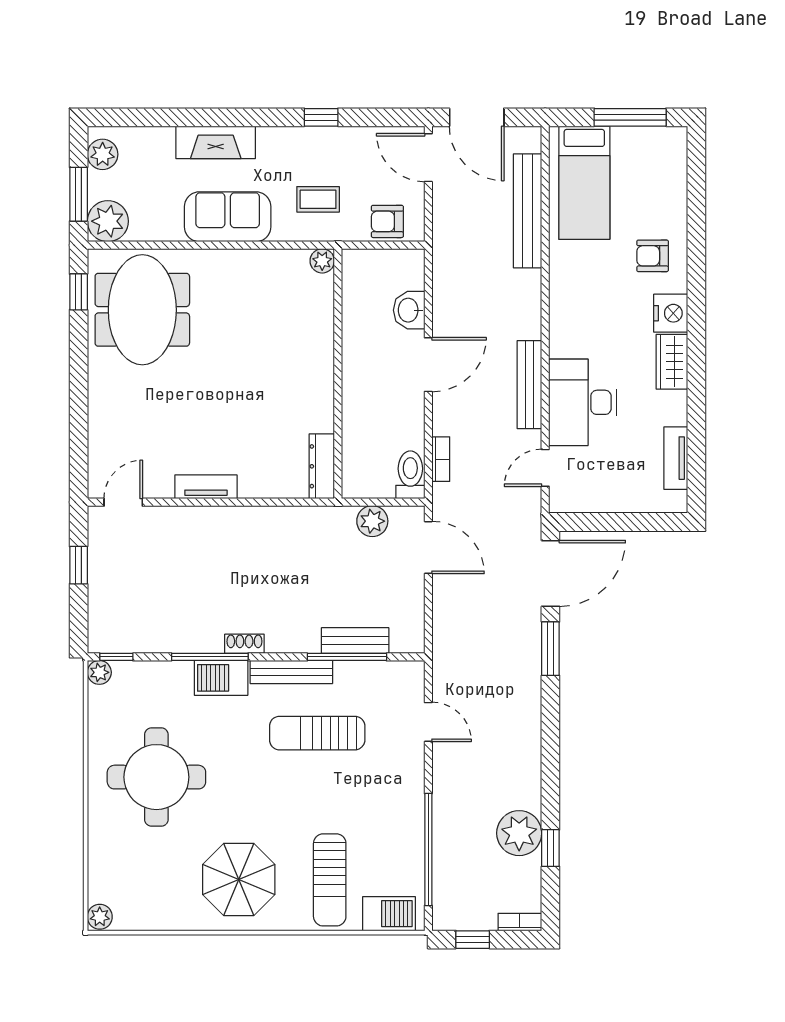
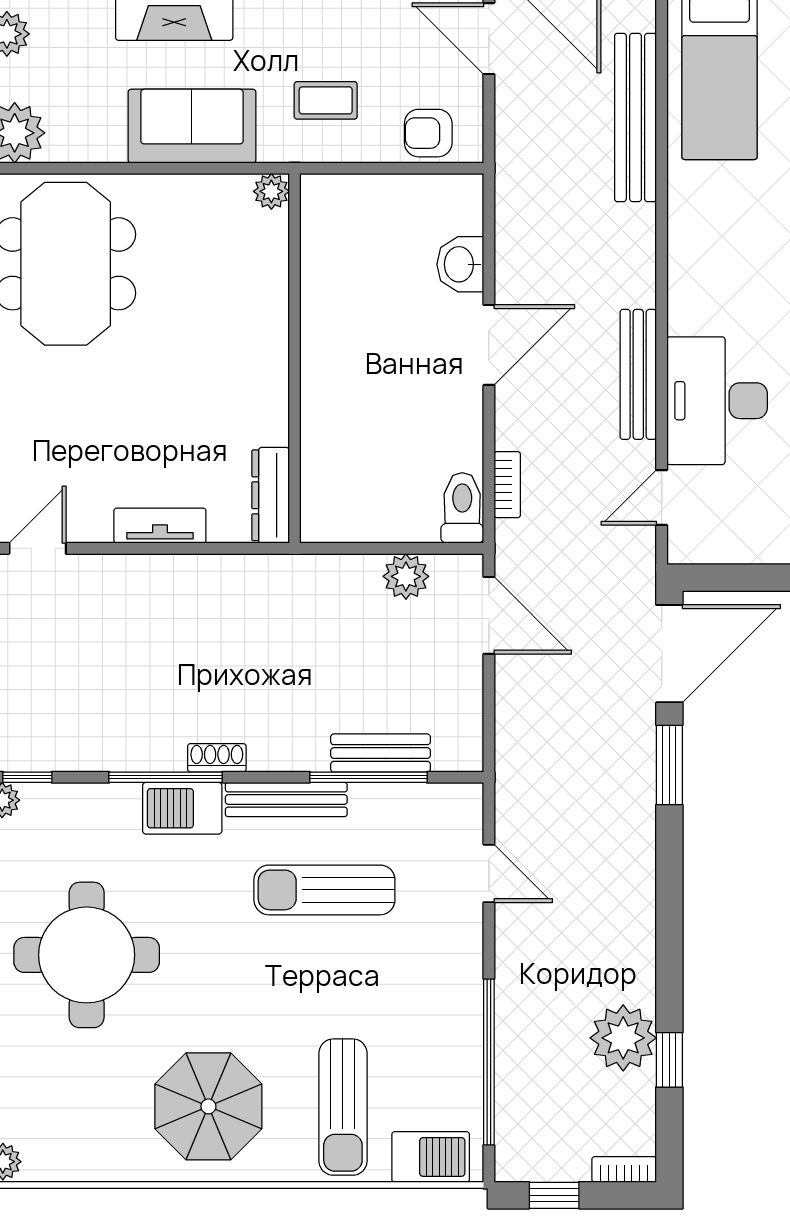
plant: (322, 261) -> (271, 191), moved
wall: (338, 374) -> (294, 358), moved
dresser: (322, 466) -> (271, 495), moved

